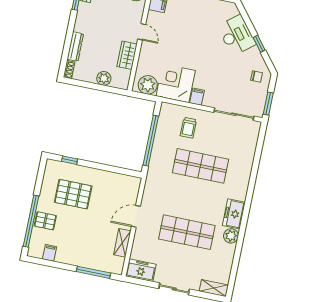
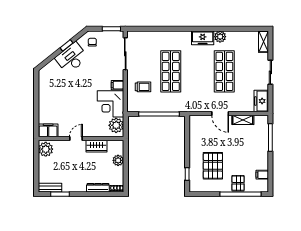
desk: (237, 35) -> (72, 58), moved

